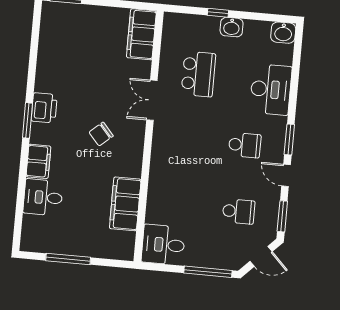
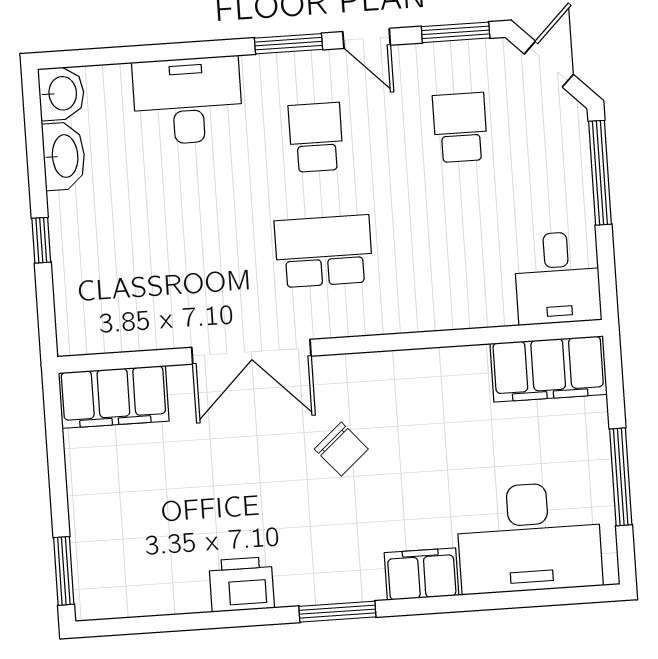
washbasin: (232, 27) -> (64, 156), moved, width x1.38
school desk: (198, 74) -> (324, 251), moved
double door: (152, 100) -> (251, 352), width x1.37
printer: (44, 108) -> (242, 584), moved
door: (286, 175) -> (367, 38), hinge flipped
desk: (43, 197) -> (529, 537), width x1.87, depth x1.30
filing cabinet: (125, 204) -> (548, 369), moved

